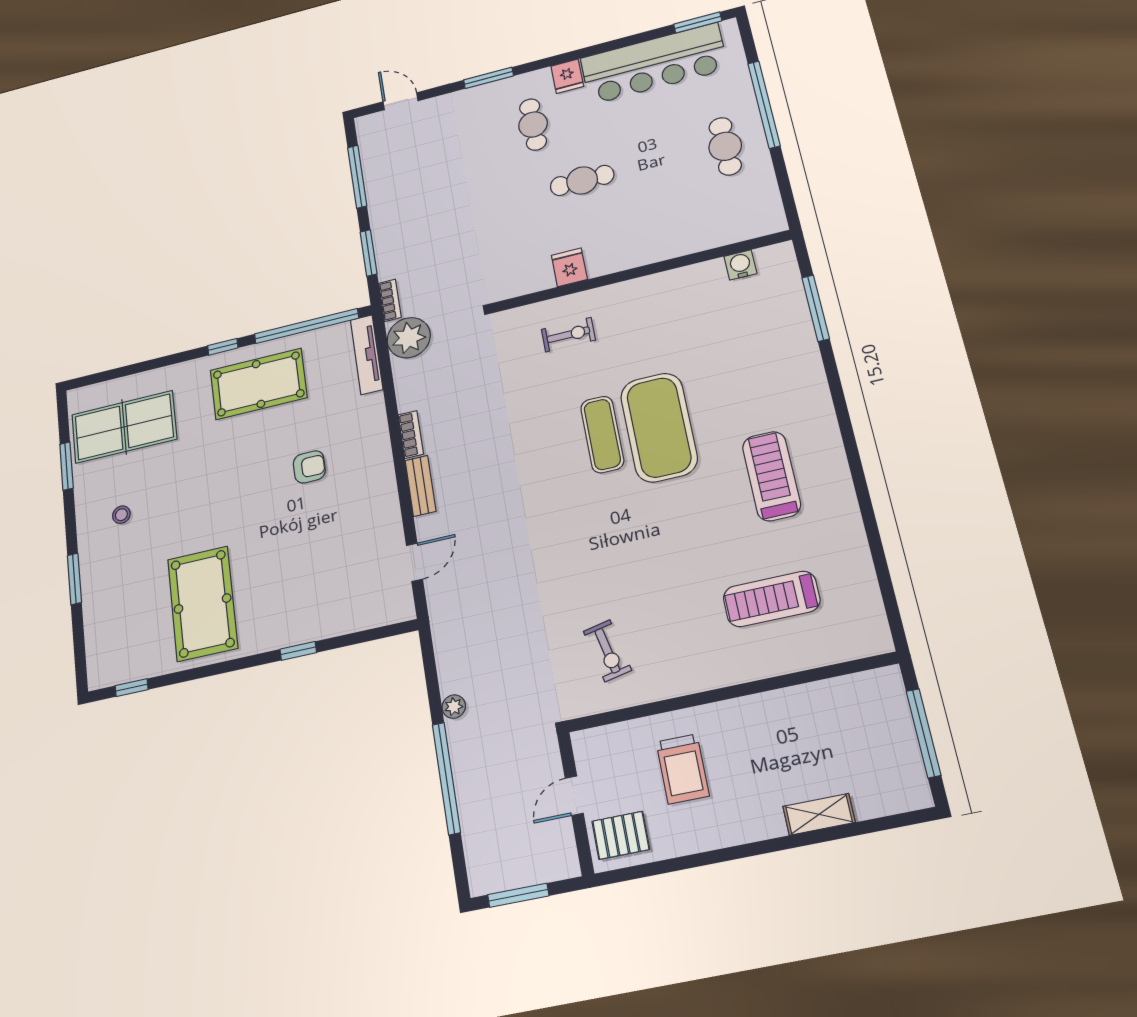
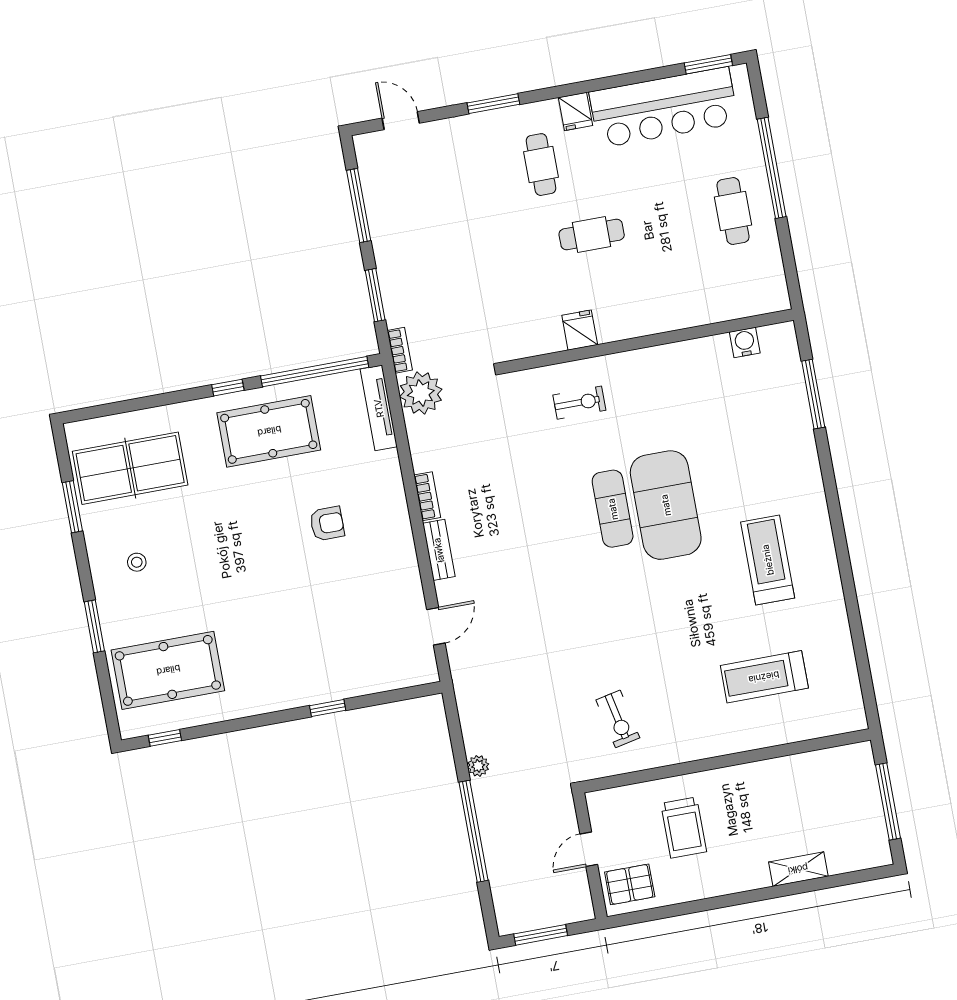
pool table: (202, 604) -> (168, 670), moved, turned 90

